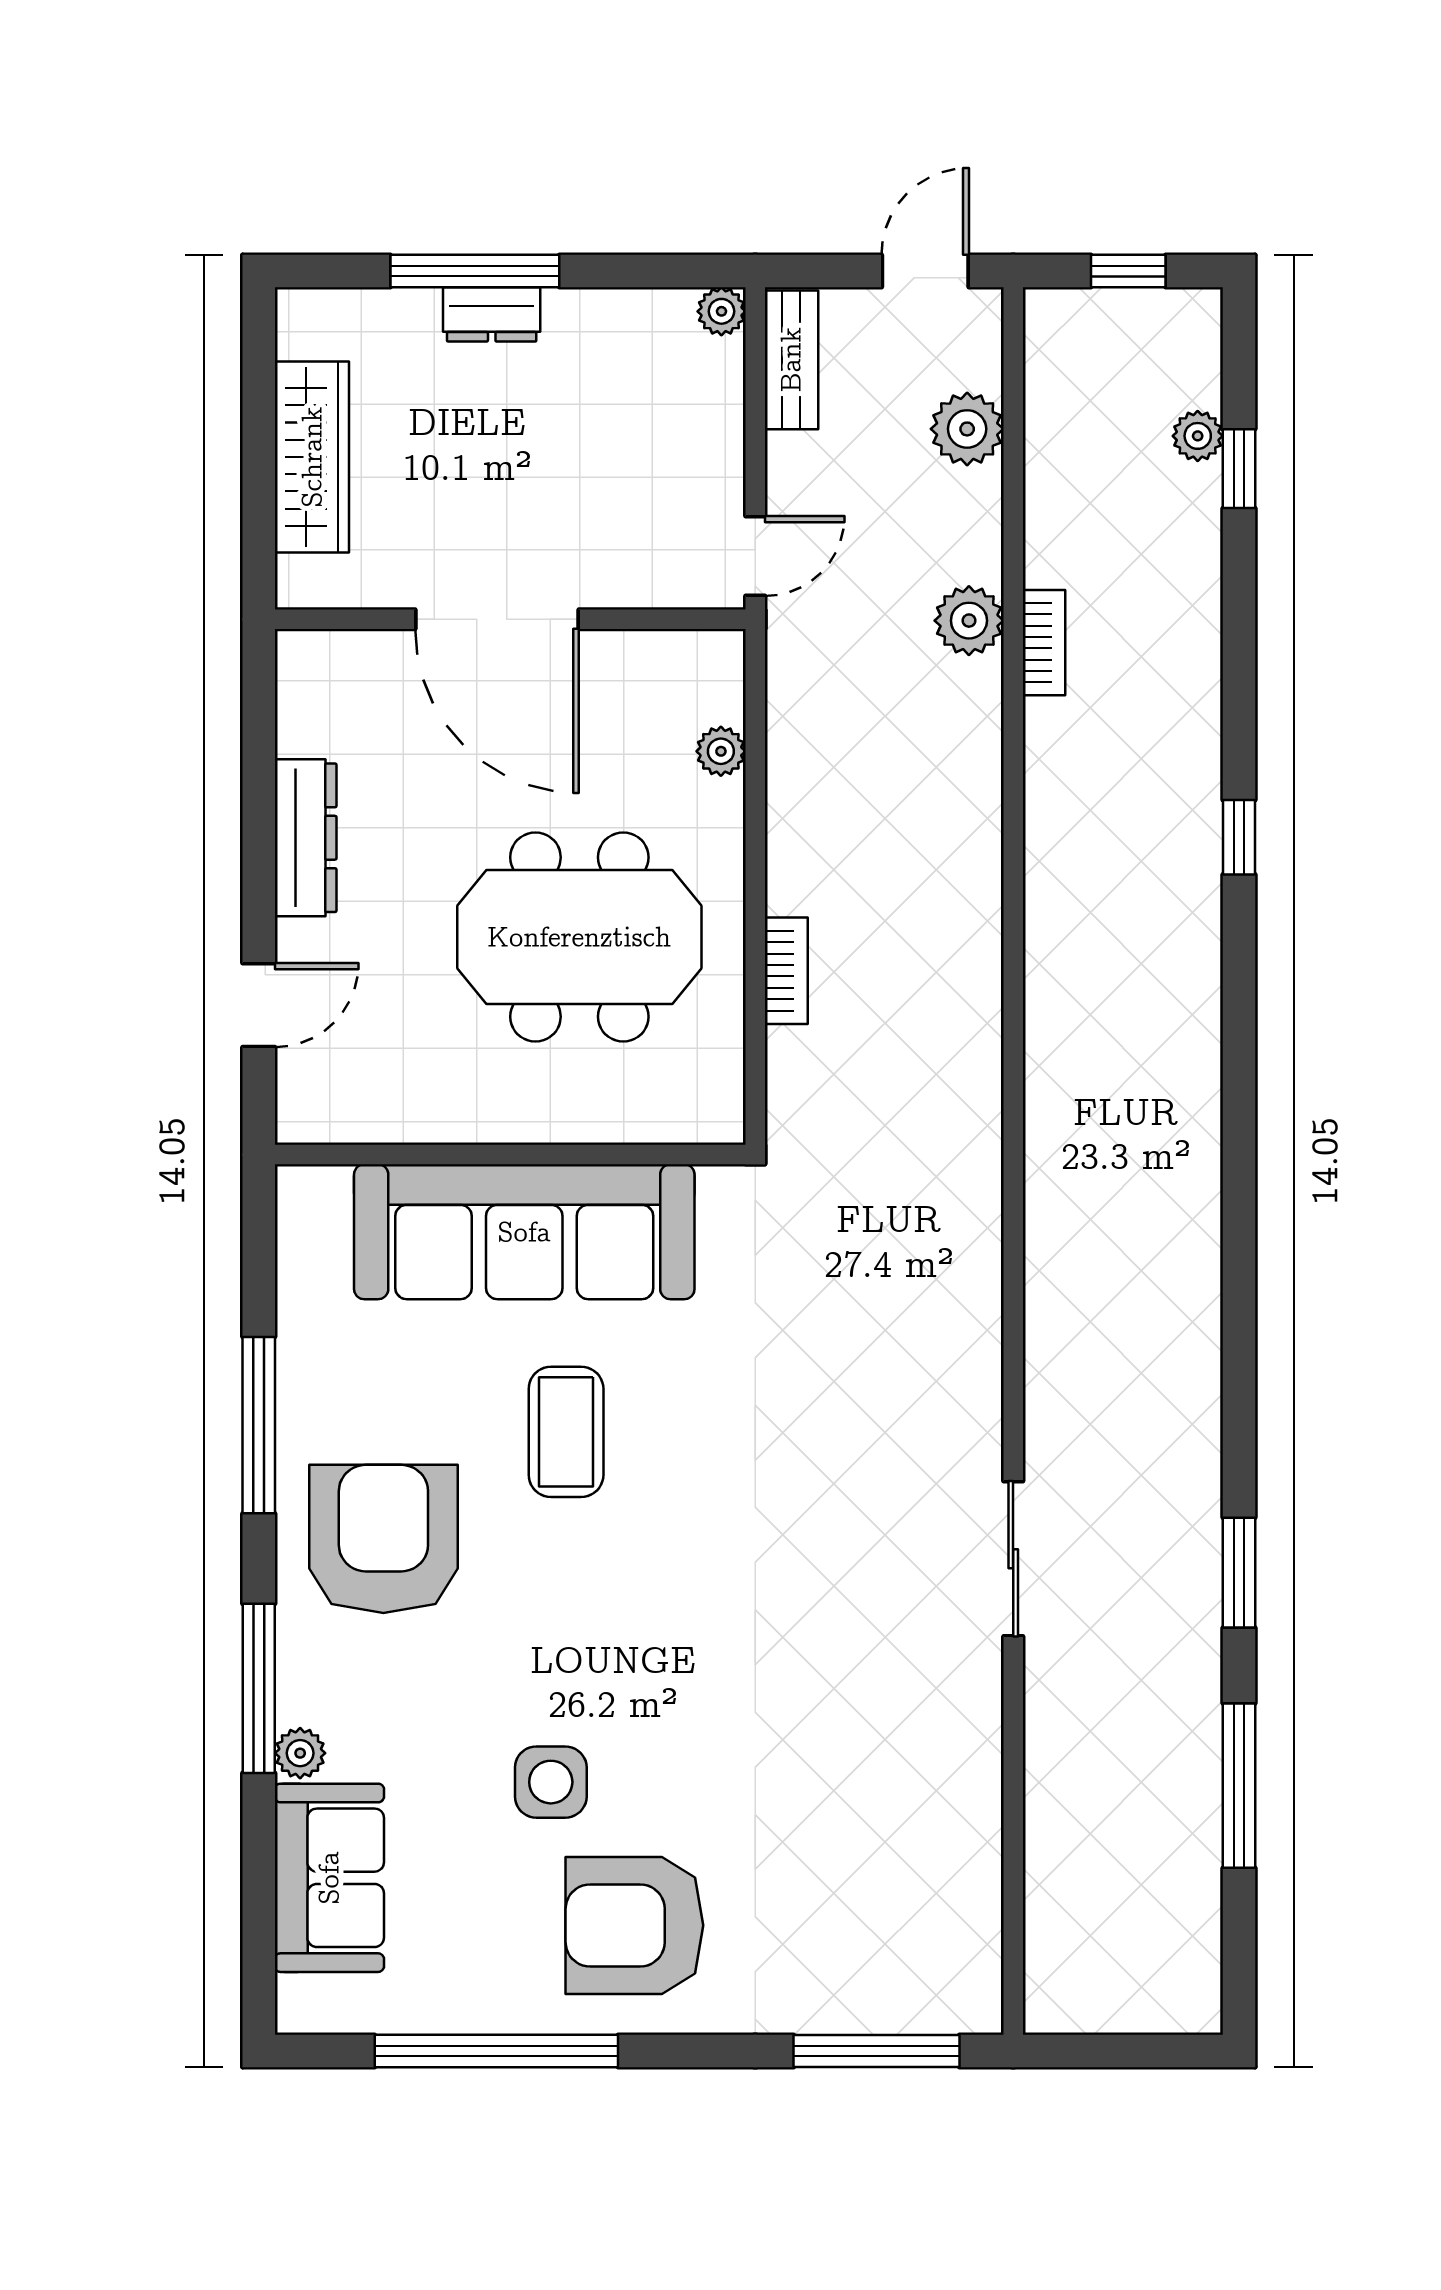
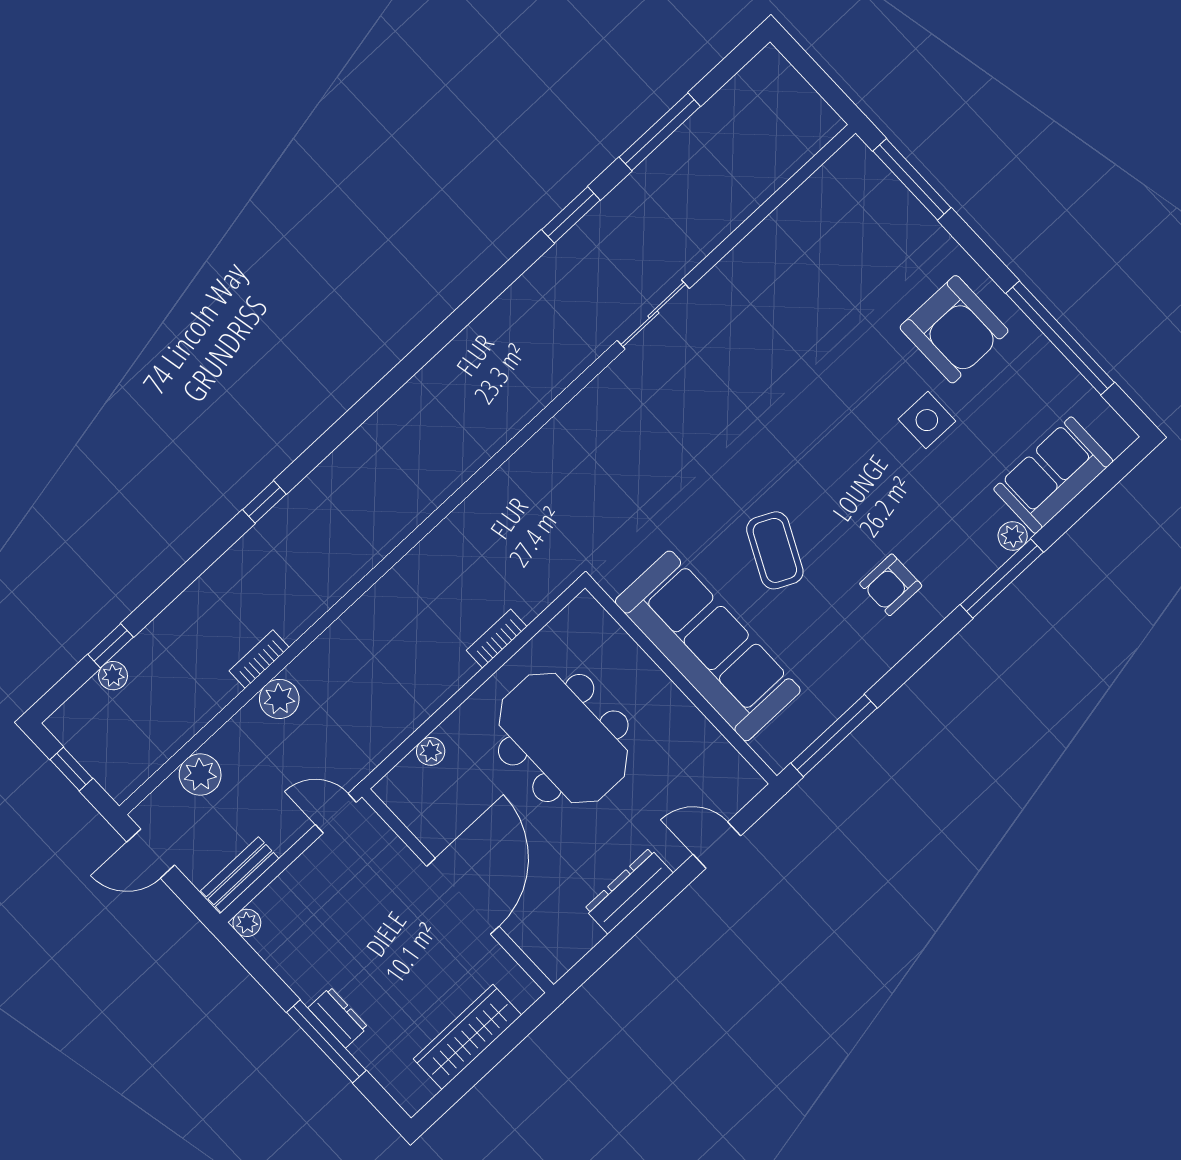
window: (259, 1425) -> (834, 736), moved
coffee table: (566, 1432) -> (775, 550), turned -64
armchair: (383, 1539) -> (891, 585), width x0.53, depth x0.53

